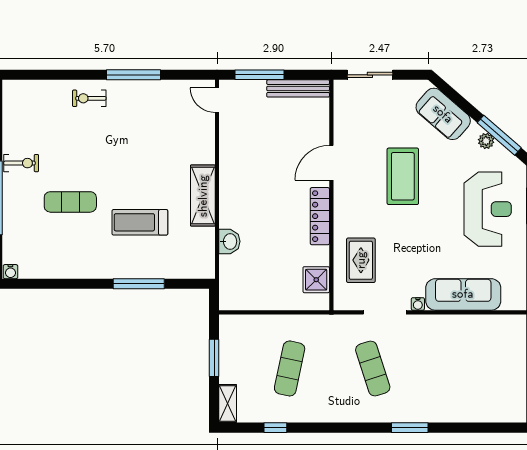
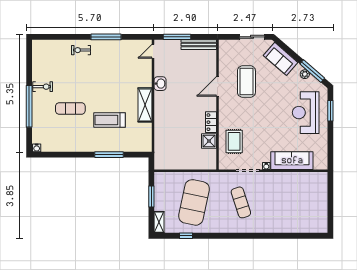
sliding door: (370, 75) -> (252, 37), moved
door: (217, 100) -> (153, 51), hinge flipped
coffee table: (403, 176) -> (246, 82), moved
reception desk: (488, 209) -> (306, 113), turned 180
locker: (320, 216) -> (211, 122), width x0.66
washbasin: (229, 241) -> (160, 84), moved
shower: (316, 280) -> (209, 141), moved
exercise mat: (290, 368) -> (194, 202), width x2.00, depth x1.45
window: (410, 428) -> (262, 236), removed

